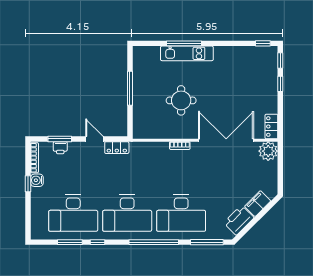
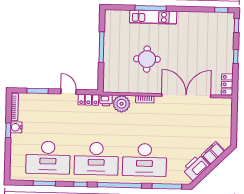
window: (280, 84) -> (236, 57), moved
printer: (60, 148) -> (106, 100), moved
plant: (268, 151) -> (122, 104), moved
window: (97, 242) -> (80, 184), moved

